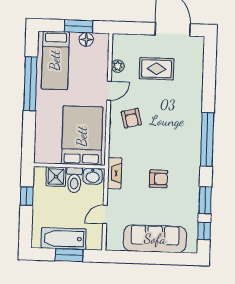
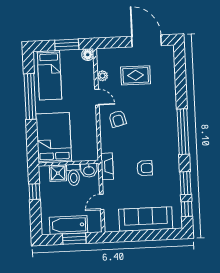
floor lamp: (86, 39) -> (88, 55), moved
door: (109, 91) -> (97, 97), hinge flipped
bed: (82, 136) -> (54, 138), moved

